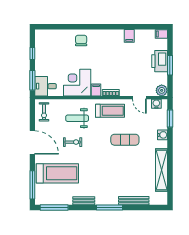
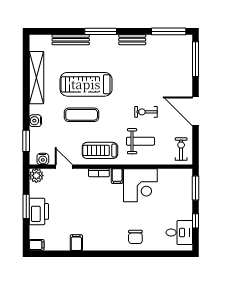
desk: (46, 86) -> (179, 233), moved
treadmill: (57, 173) -> (86, 84), moved

